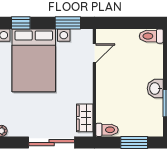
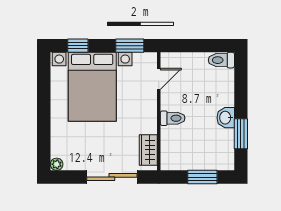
toilet: (107, 130) -> (173, 118), moved

